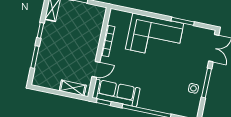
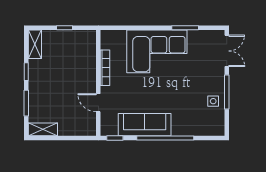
door: (96, 69) -> (98, 103), swing flipped
shelving: (73, 88) -> (43, 129), moved
sofa: (116, 93) -> (145, 125), moved

